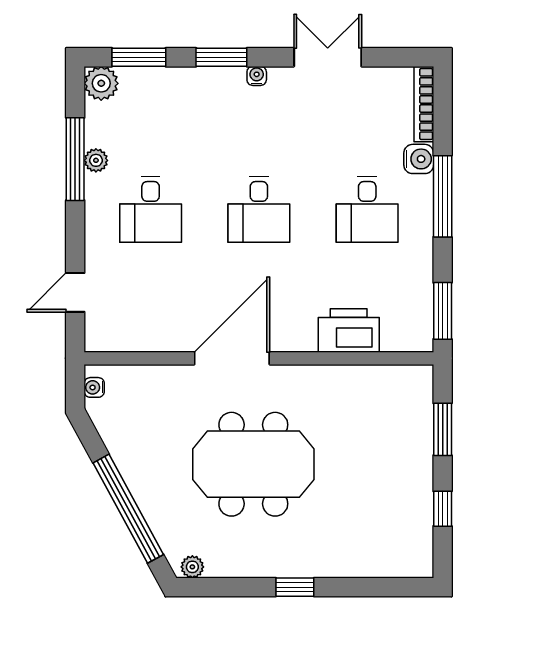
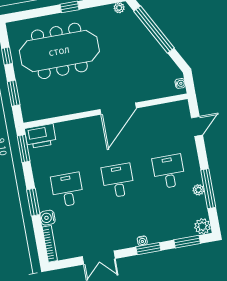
water cooler: (257, 76) -> (142, 241), moved
window: (443, 196) -> (33, 202), width x0.69
printer: (349, 330) -> (40, 136), moved
meeting table: (253, 464) -> (59, 51), moved, width x1.36

